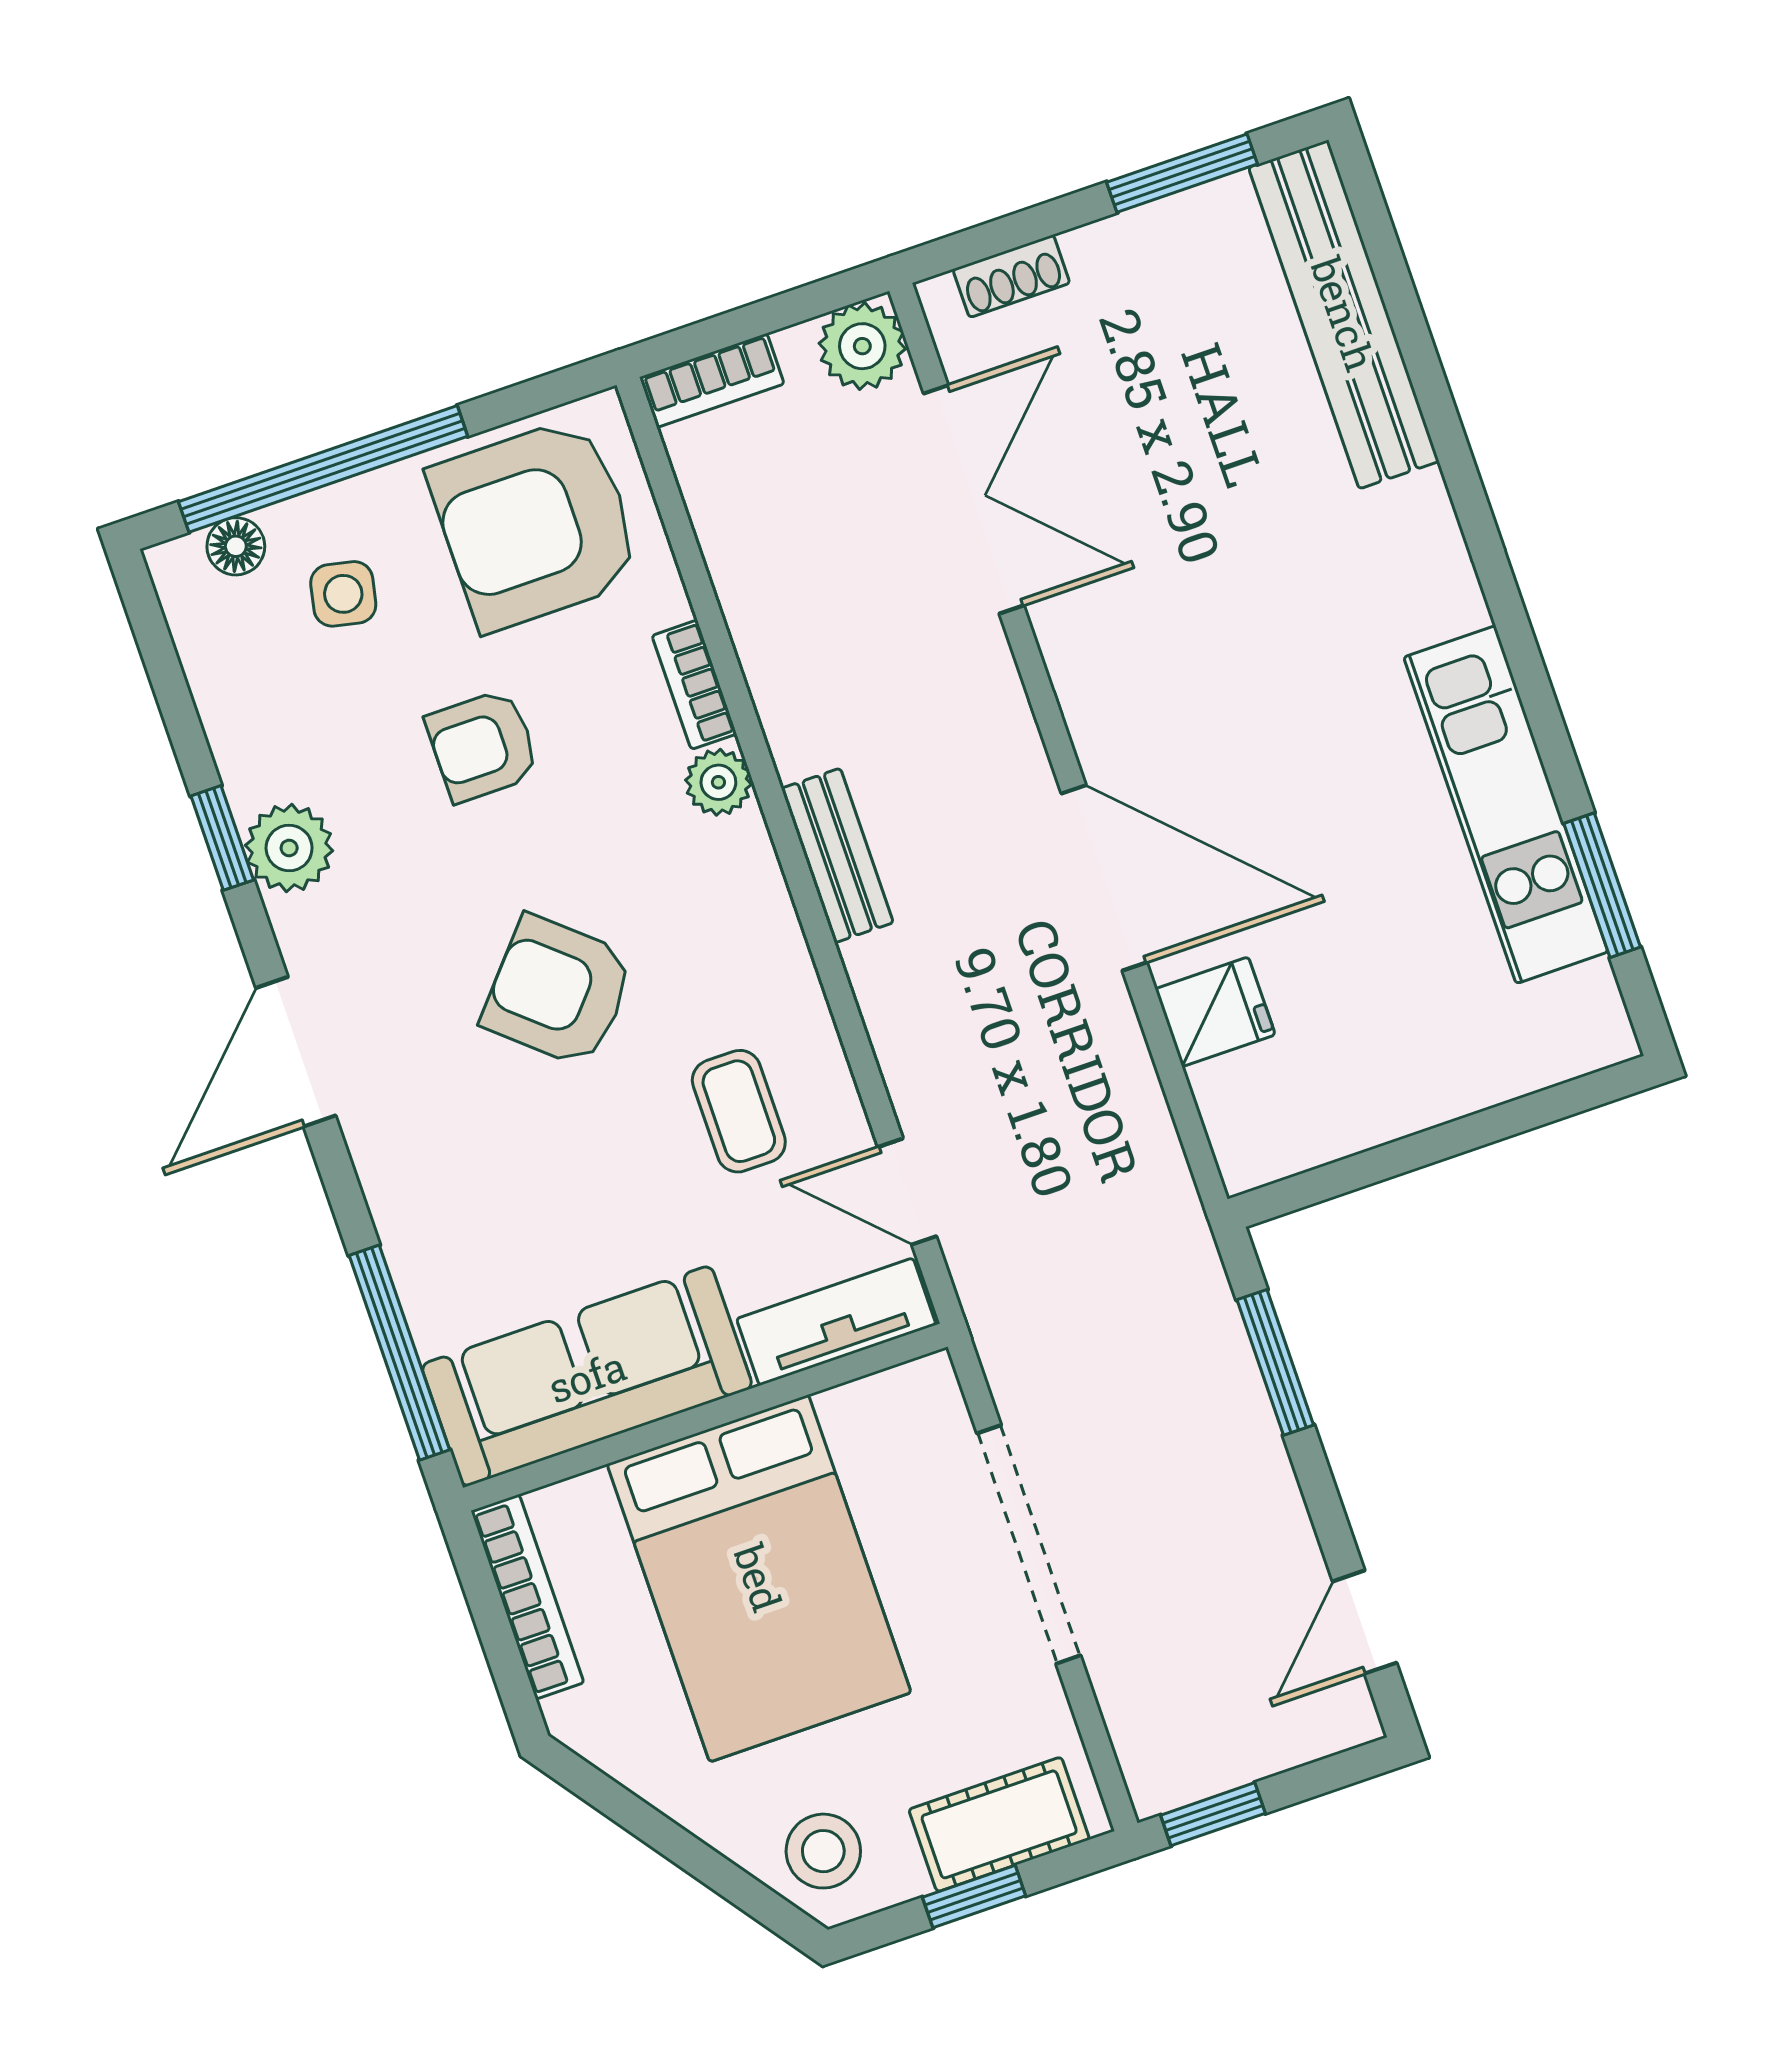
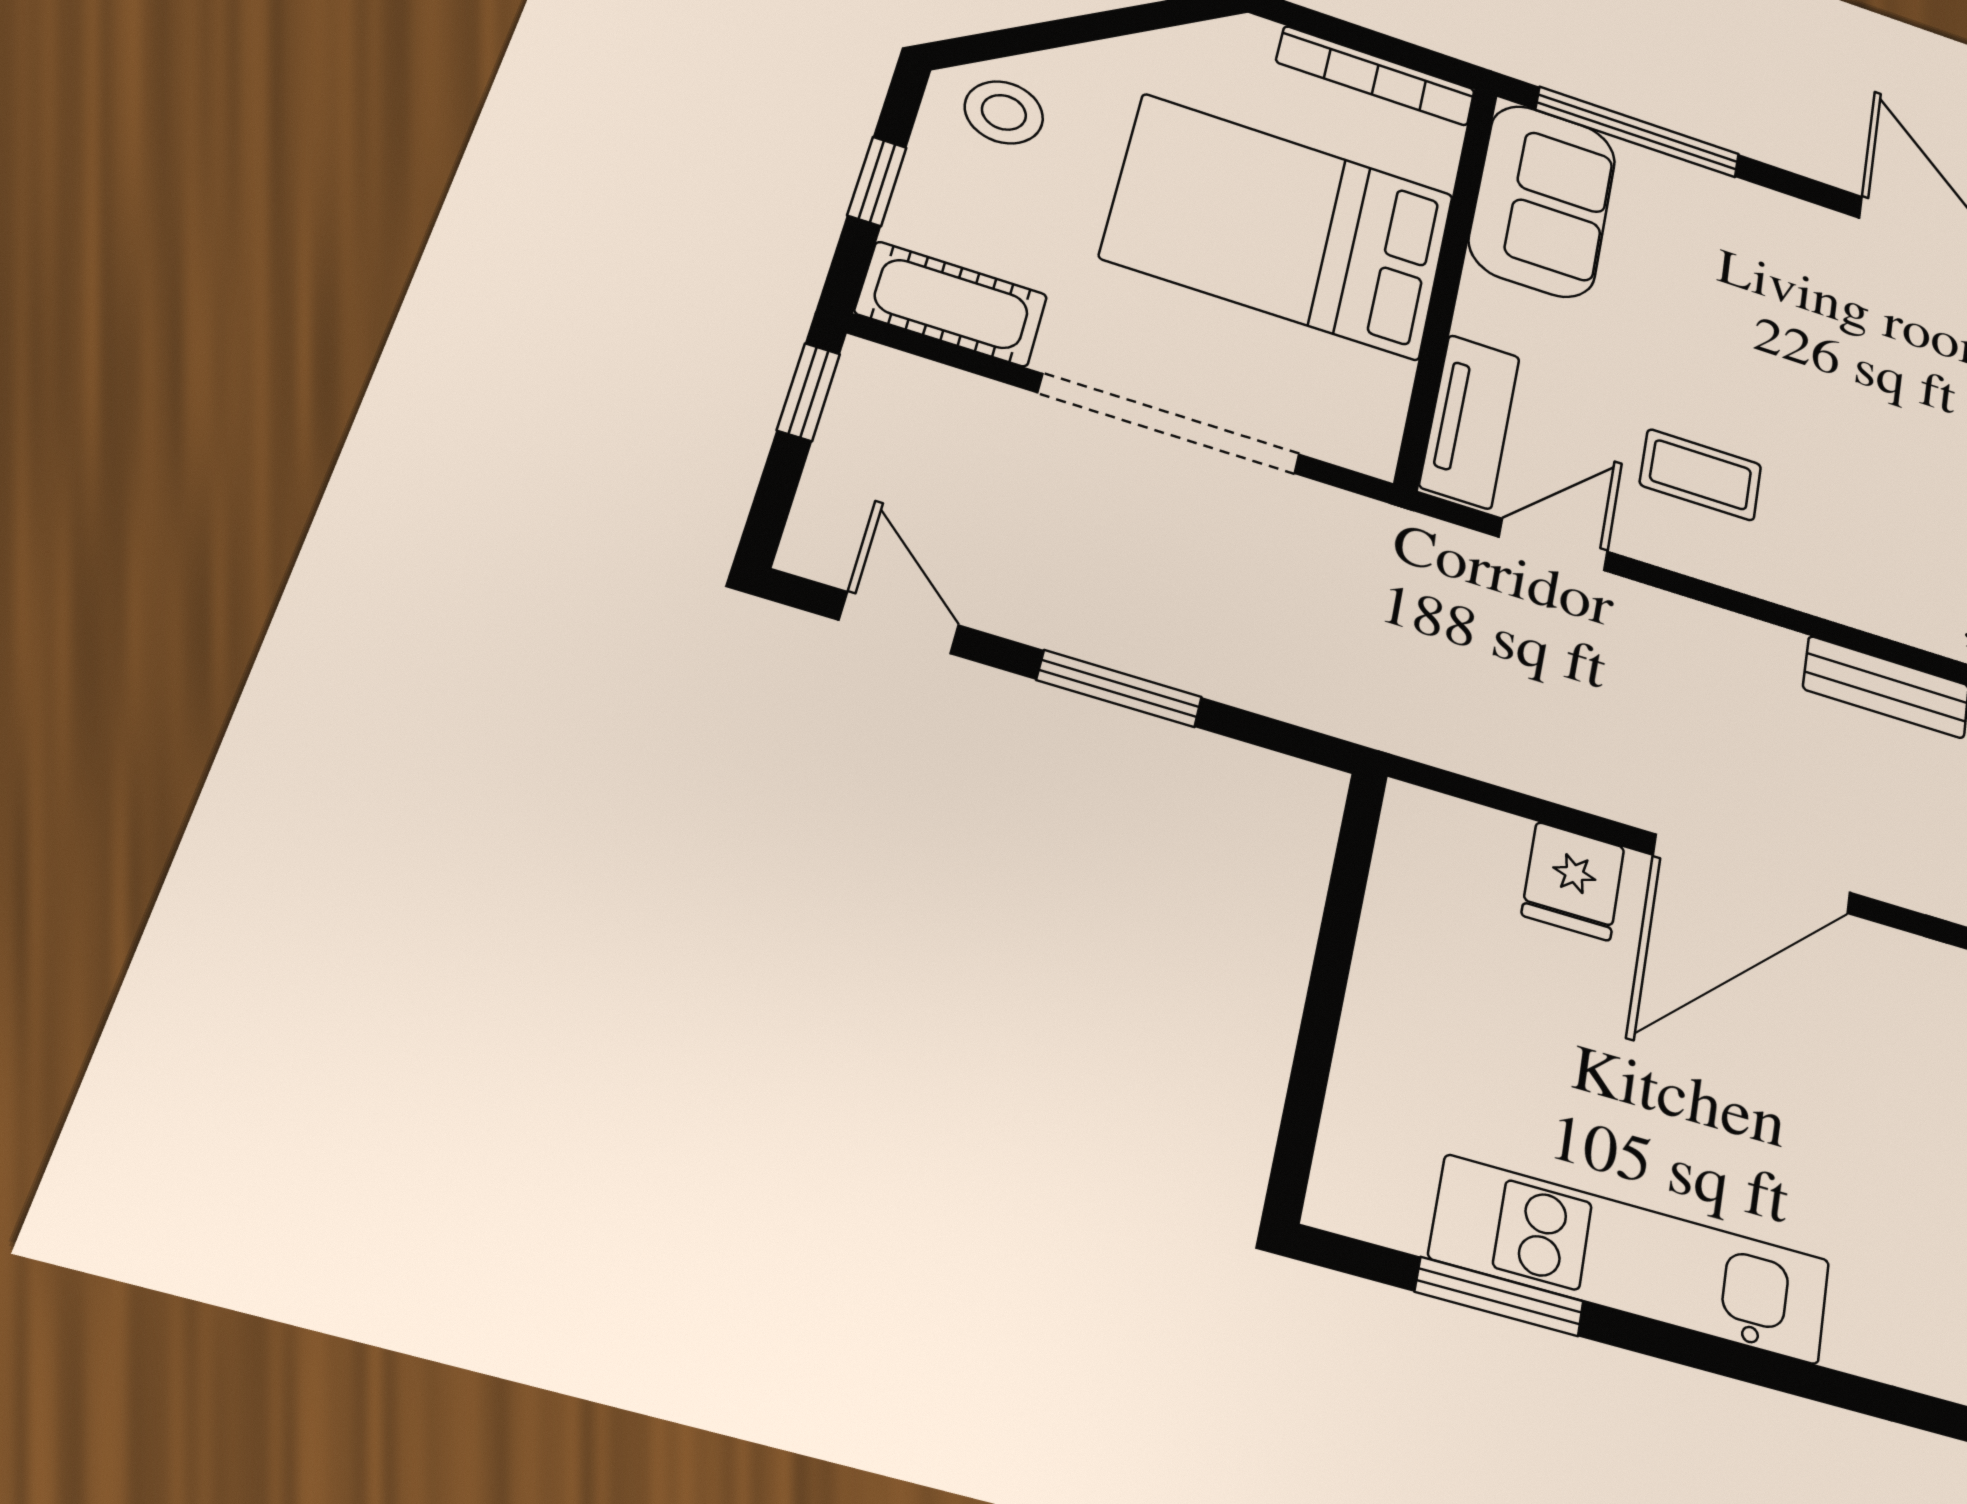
armchair: (558, 991) -> (1879, 423), removed
window: (1275, 1362) -> (1119, 689), moved
sofa: (587, 1376) -> (1543, 201), width x0.73
cot: (999, 1824) -> (951, 304), moved, turned 90

